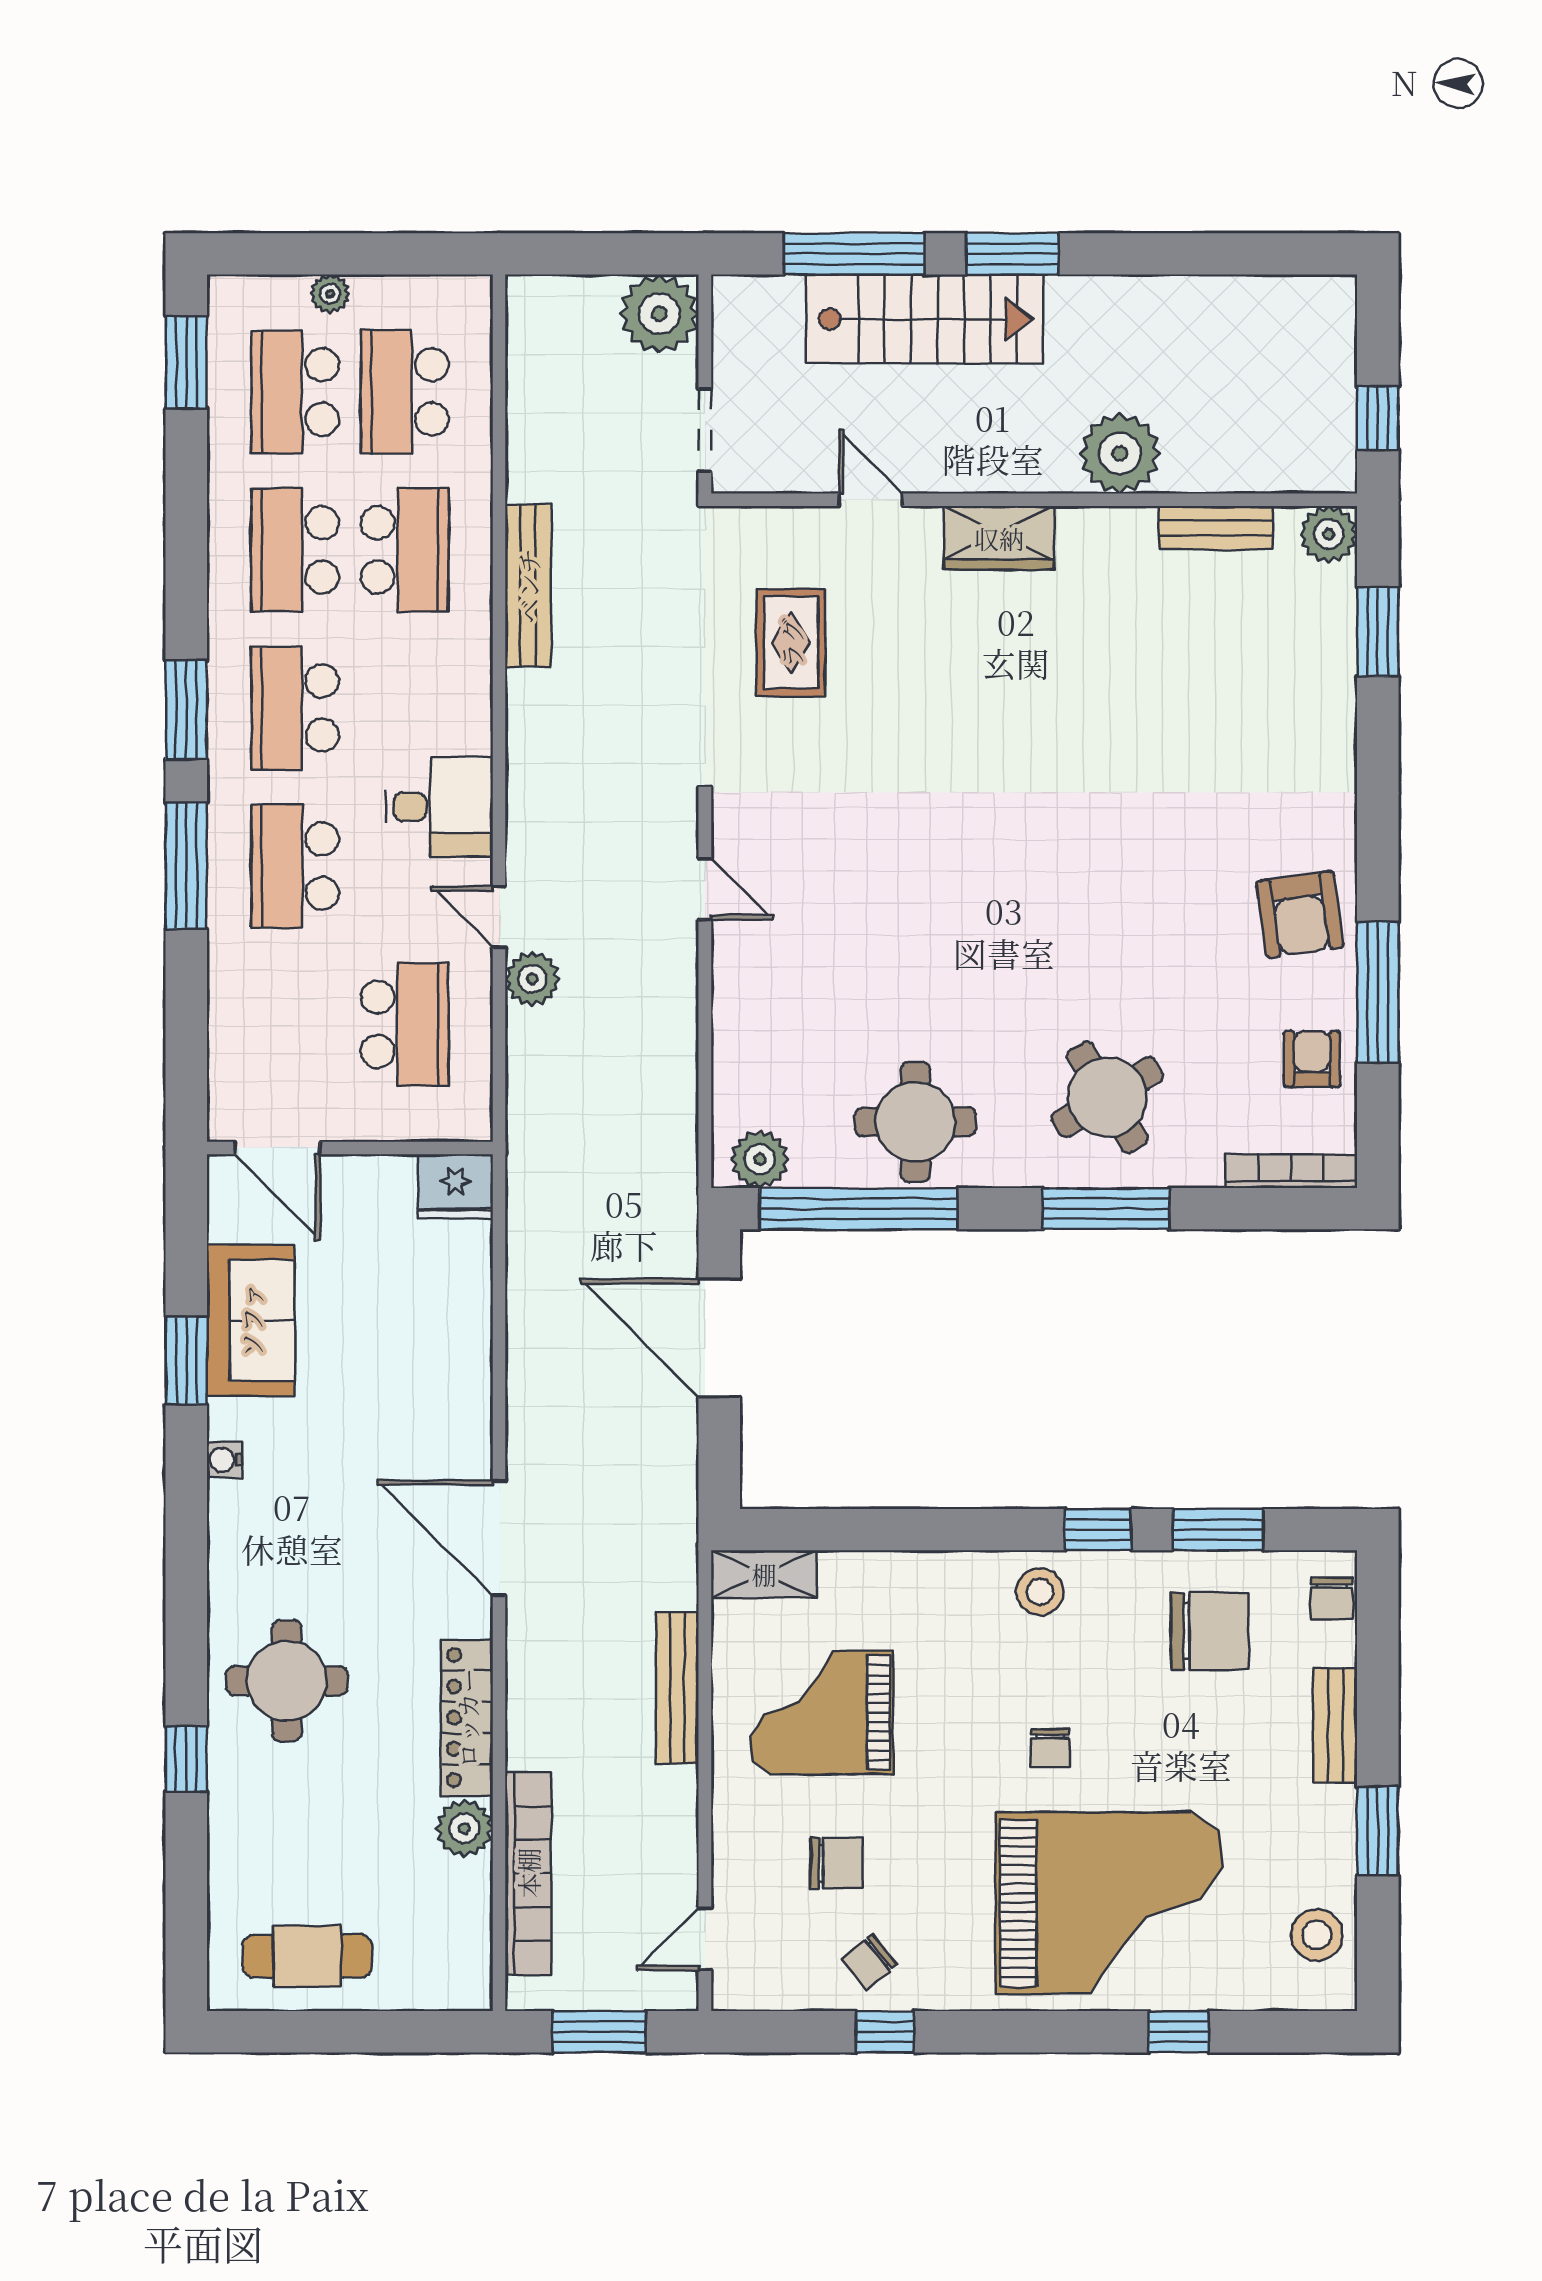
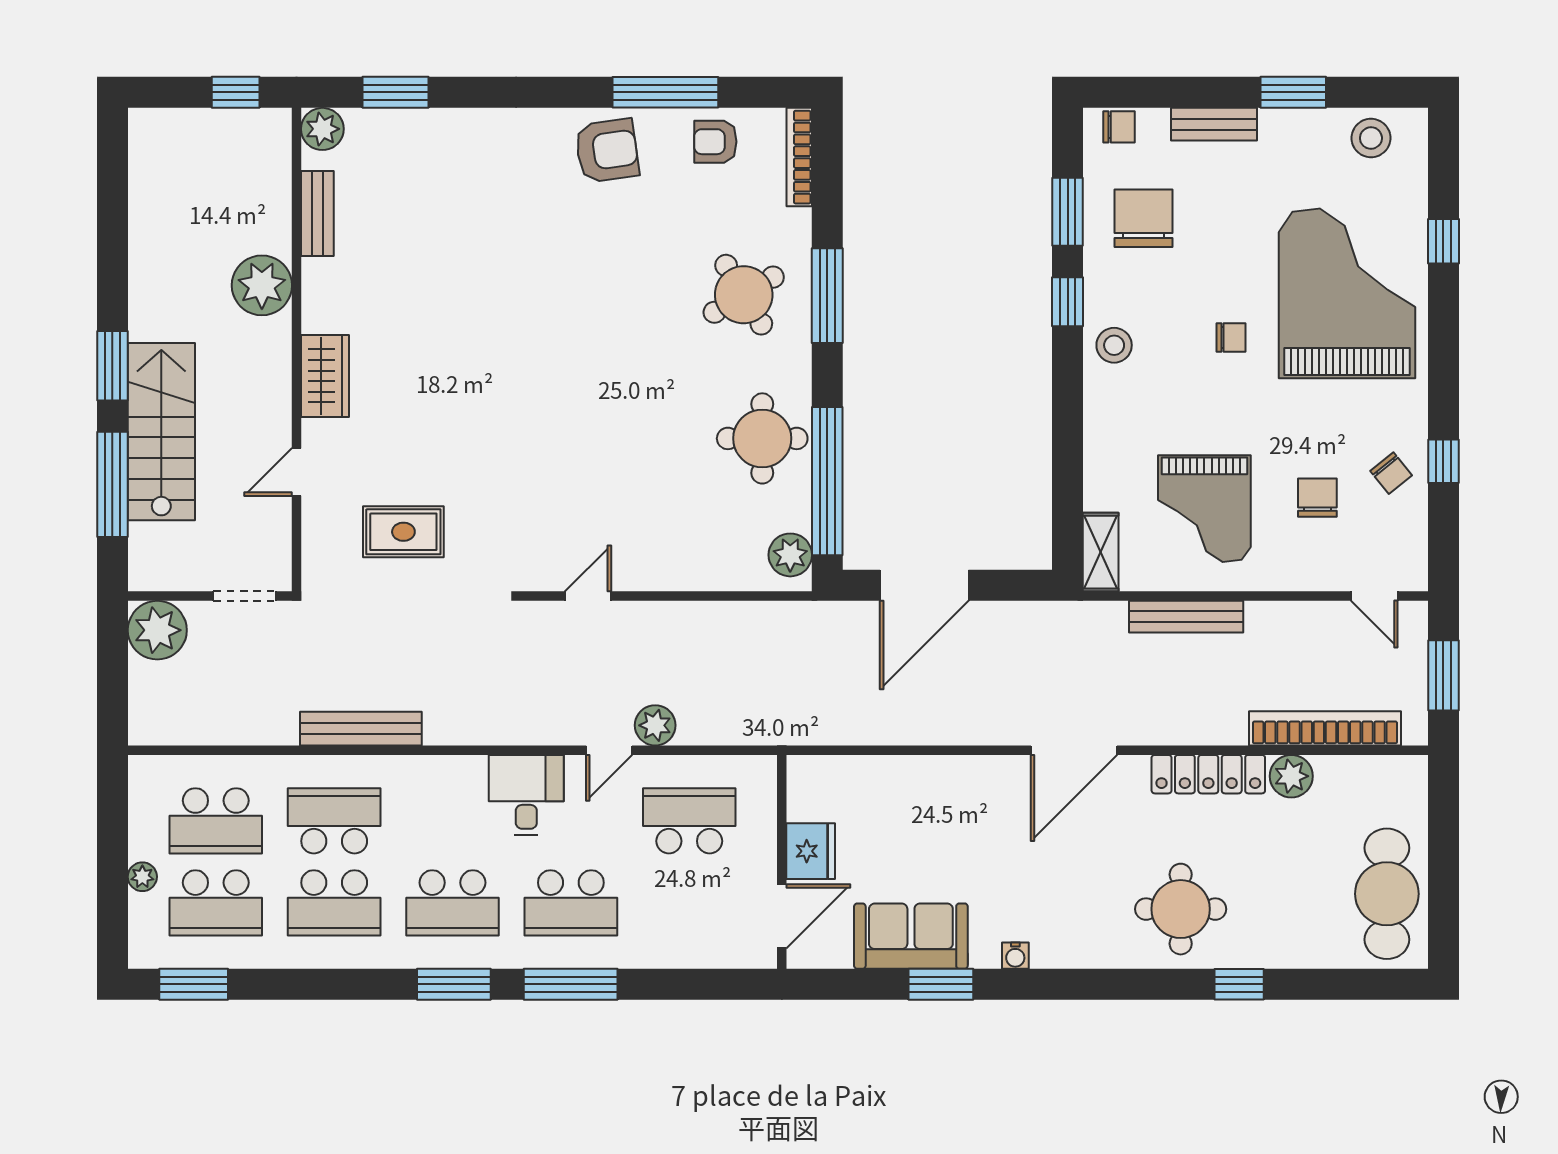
fridge: (455, 1186) -> (811, 851), moved
cafe table: (307, 1956) -> (1387, 894), width x1.37, depth x1.35

